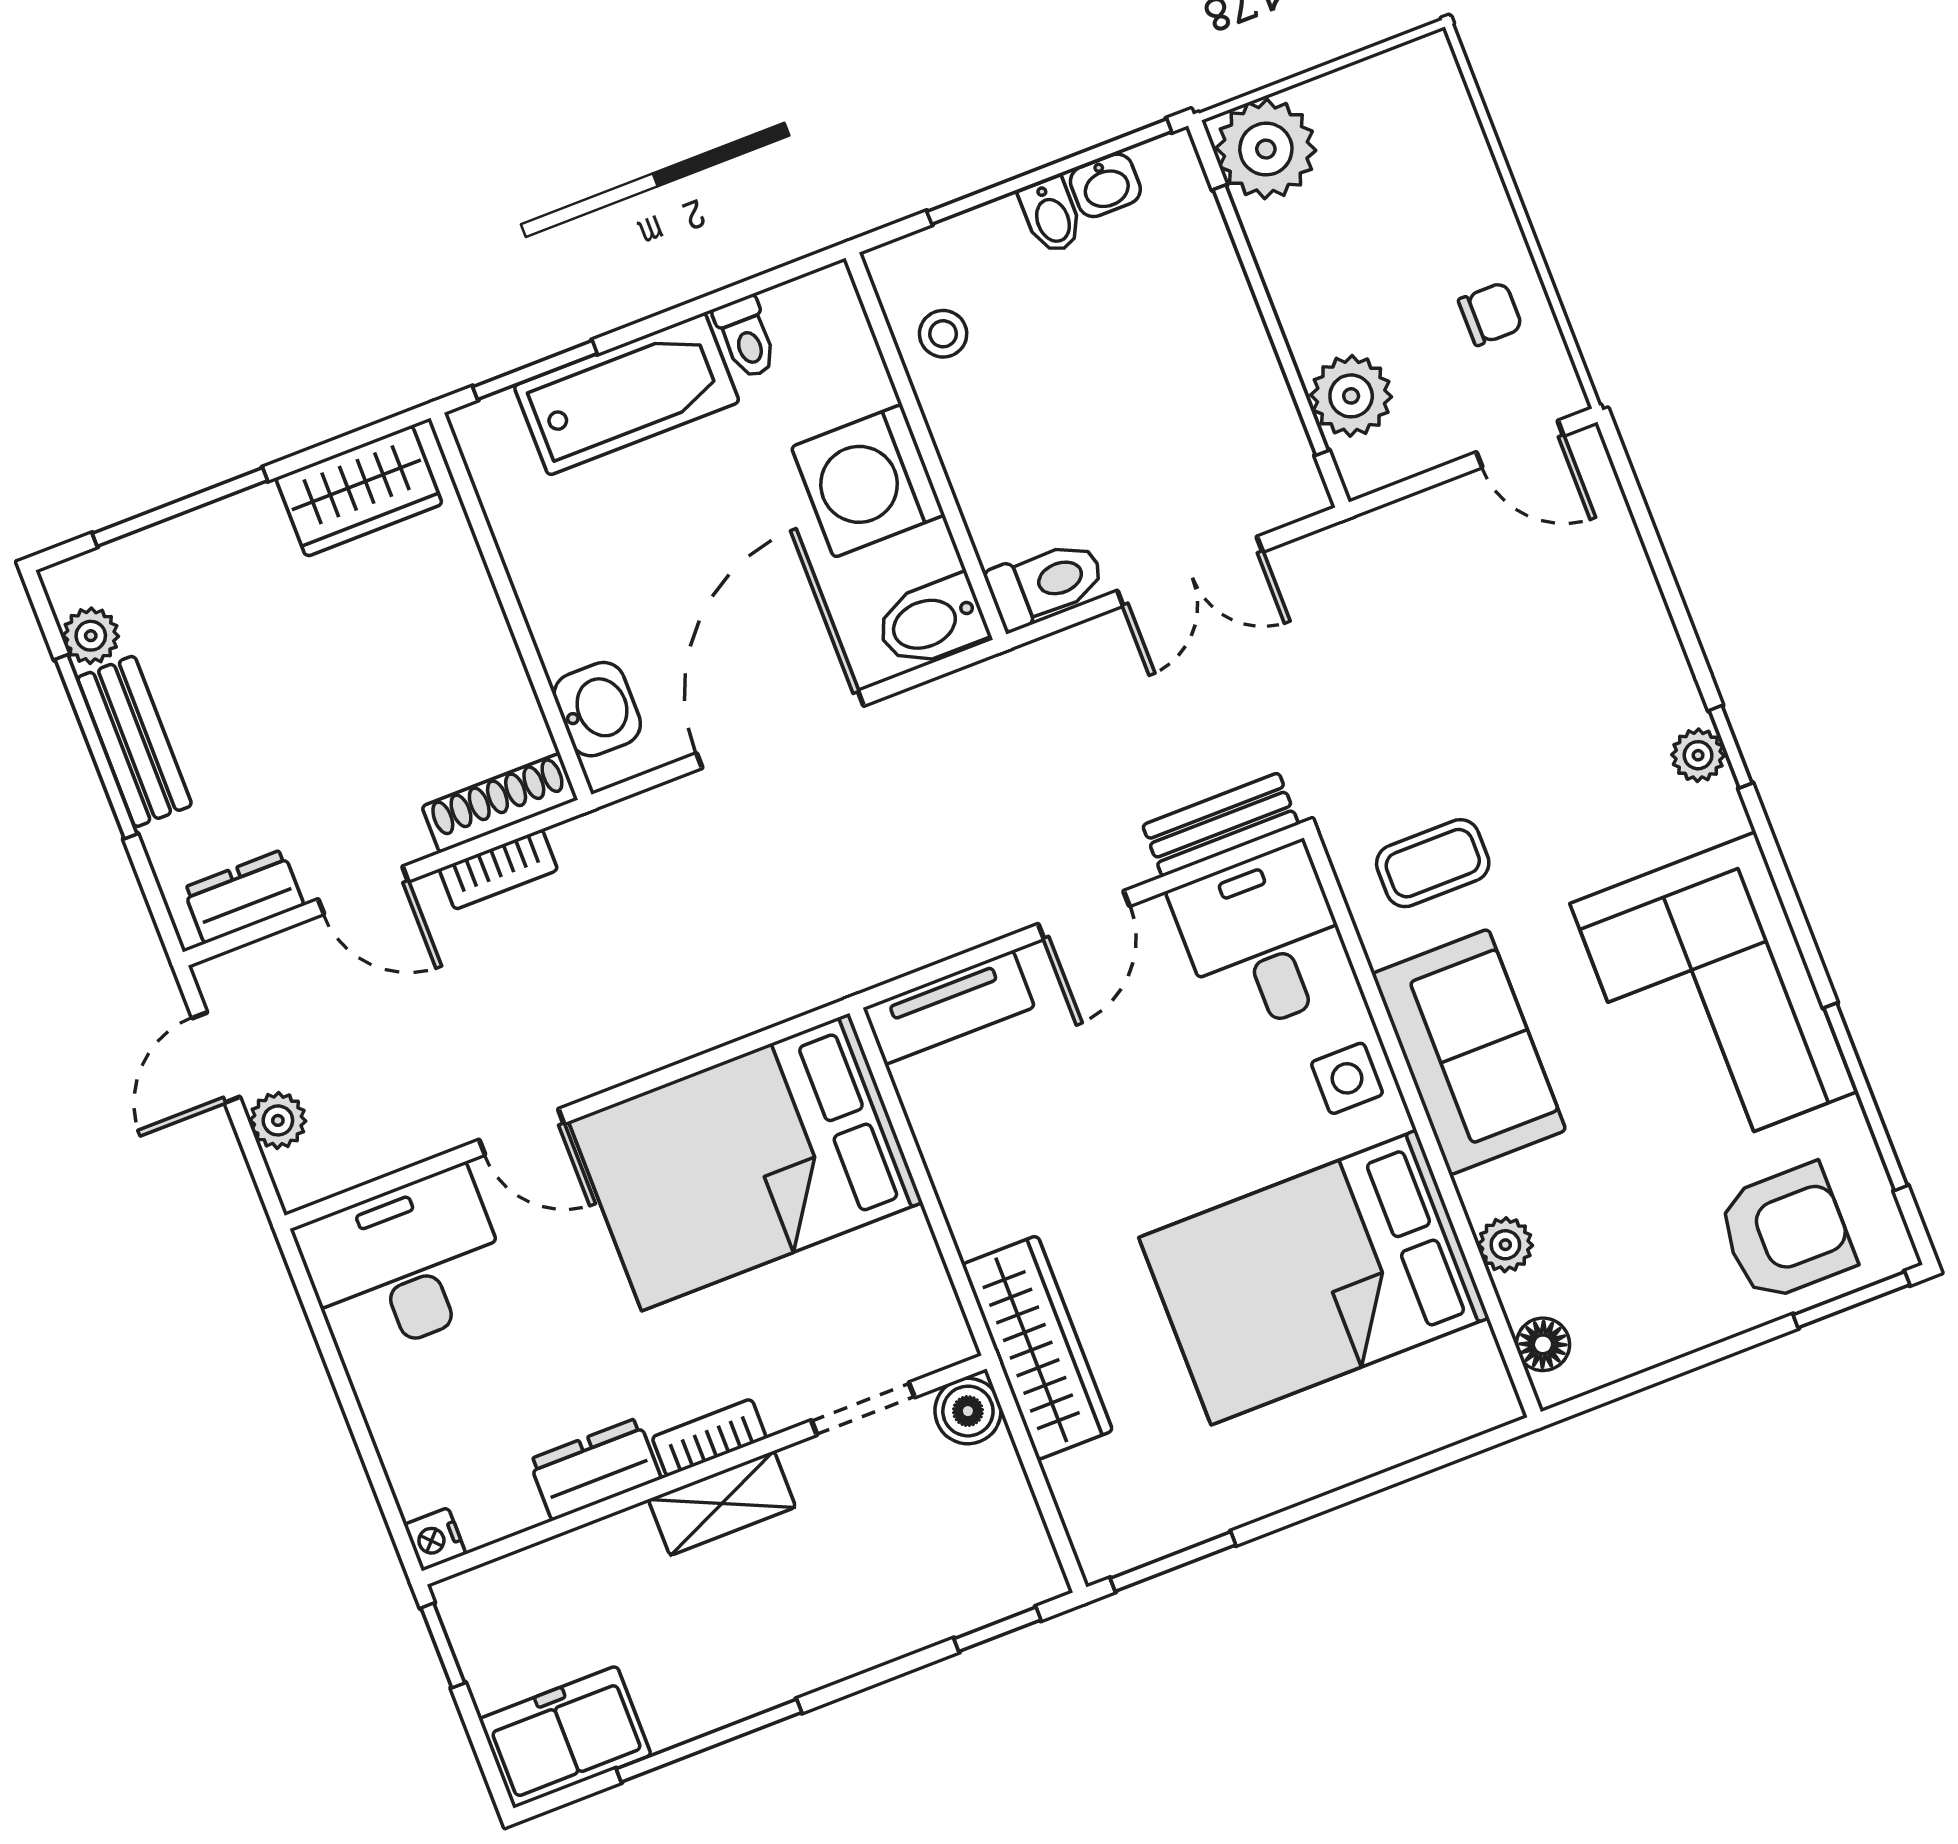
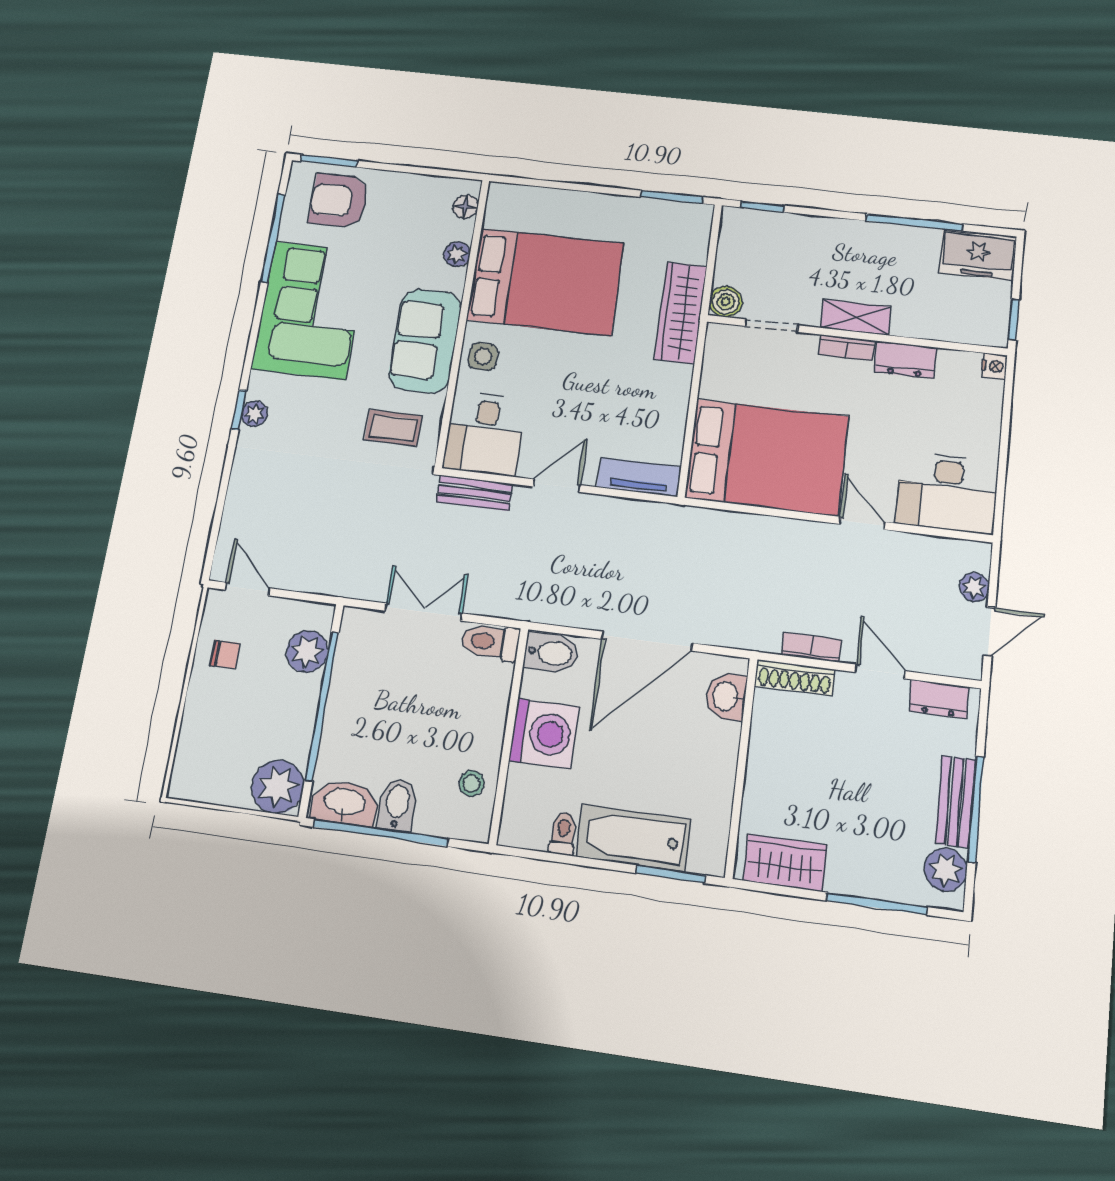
washbasin: (1105, 185) -> (345, 803), width x1.91, depth x1.45
bidet: (1051, 216) -> (397, 805), width x1.38, depth x1.36
chair: (1490, 314) -> (225, 654), turned 180
plant: (91, 636) -> (946, 870), width x1.38, depth x1.38

